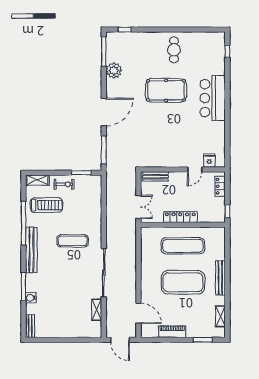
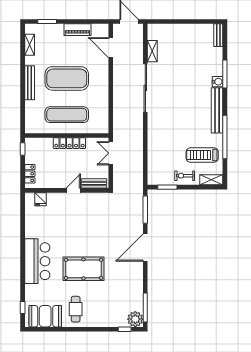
booth: (205, 43) -> (45, 316), added
plant: (114, 71) -> (135, 319), moved
door: (195, 169) -> (73, 190), moved
exercise mat: (73, 241) -> (176, 120), removed
water cooler: (31, 298) -> (218, 82), moved

